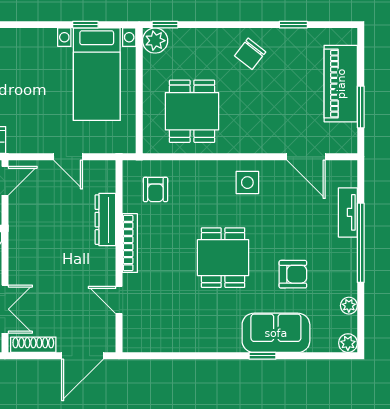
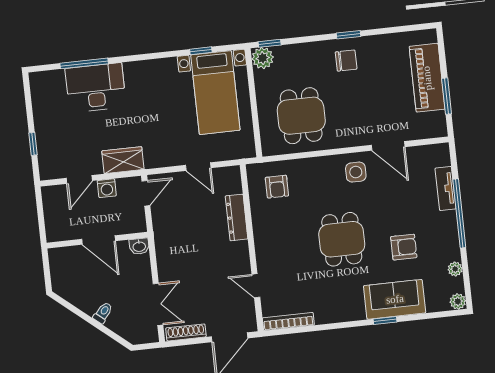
window: (293, 25) -> (348, 35), moved
chair: (250, 54) -> (346, 61), turned -128
door: (306, 157) -> (388, 146), moved
bookcase: (130, 243) -> (288, 321), moved, turned -90

